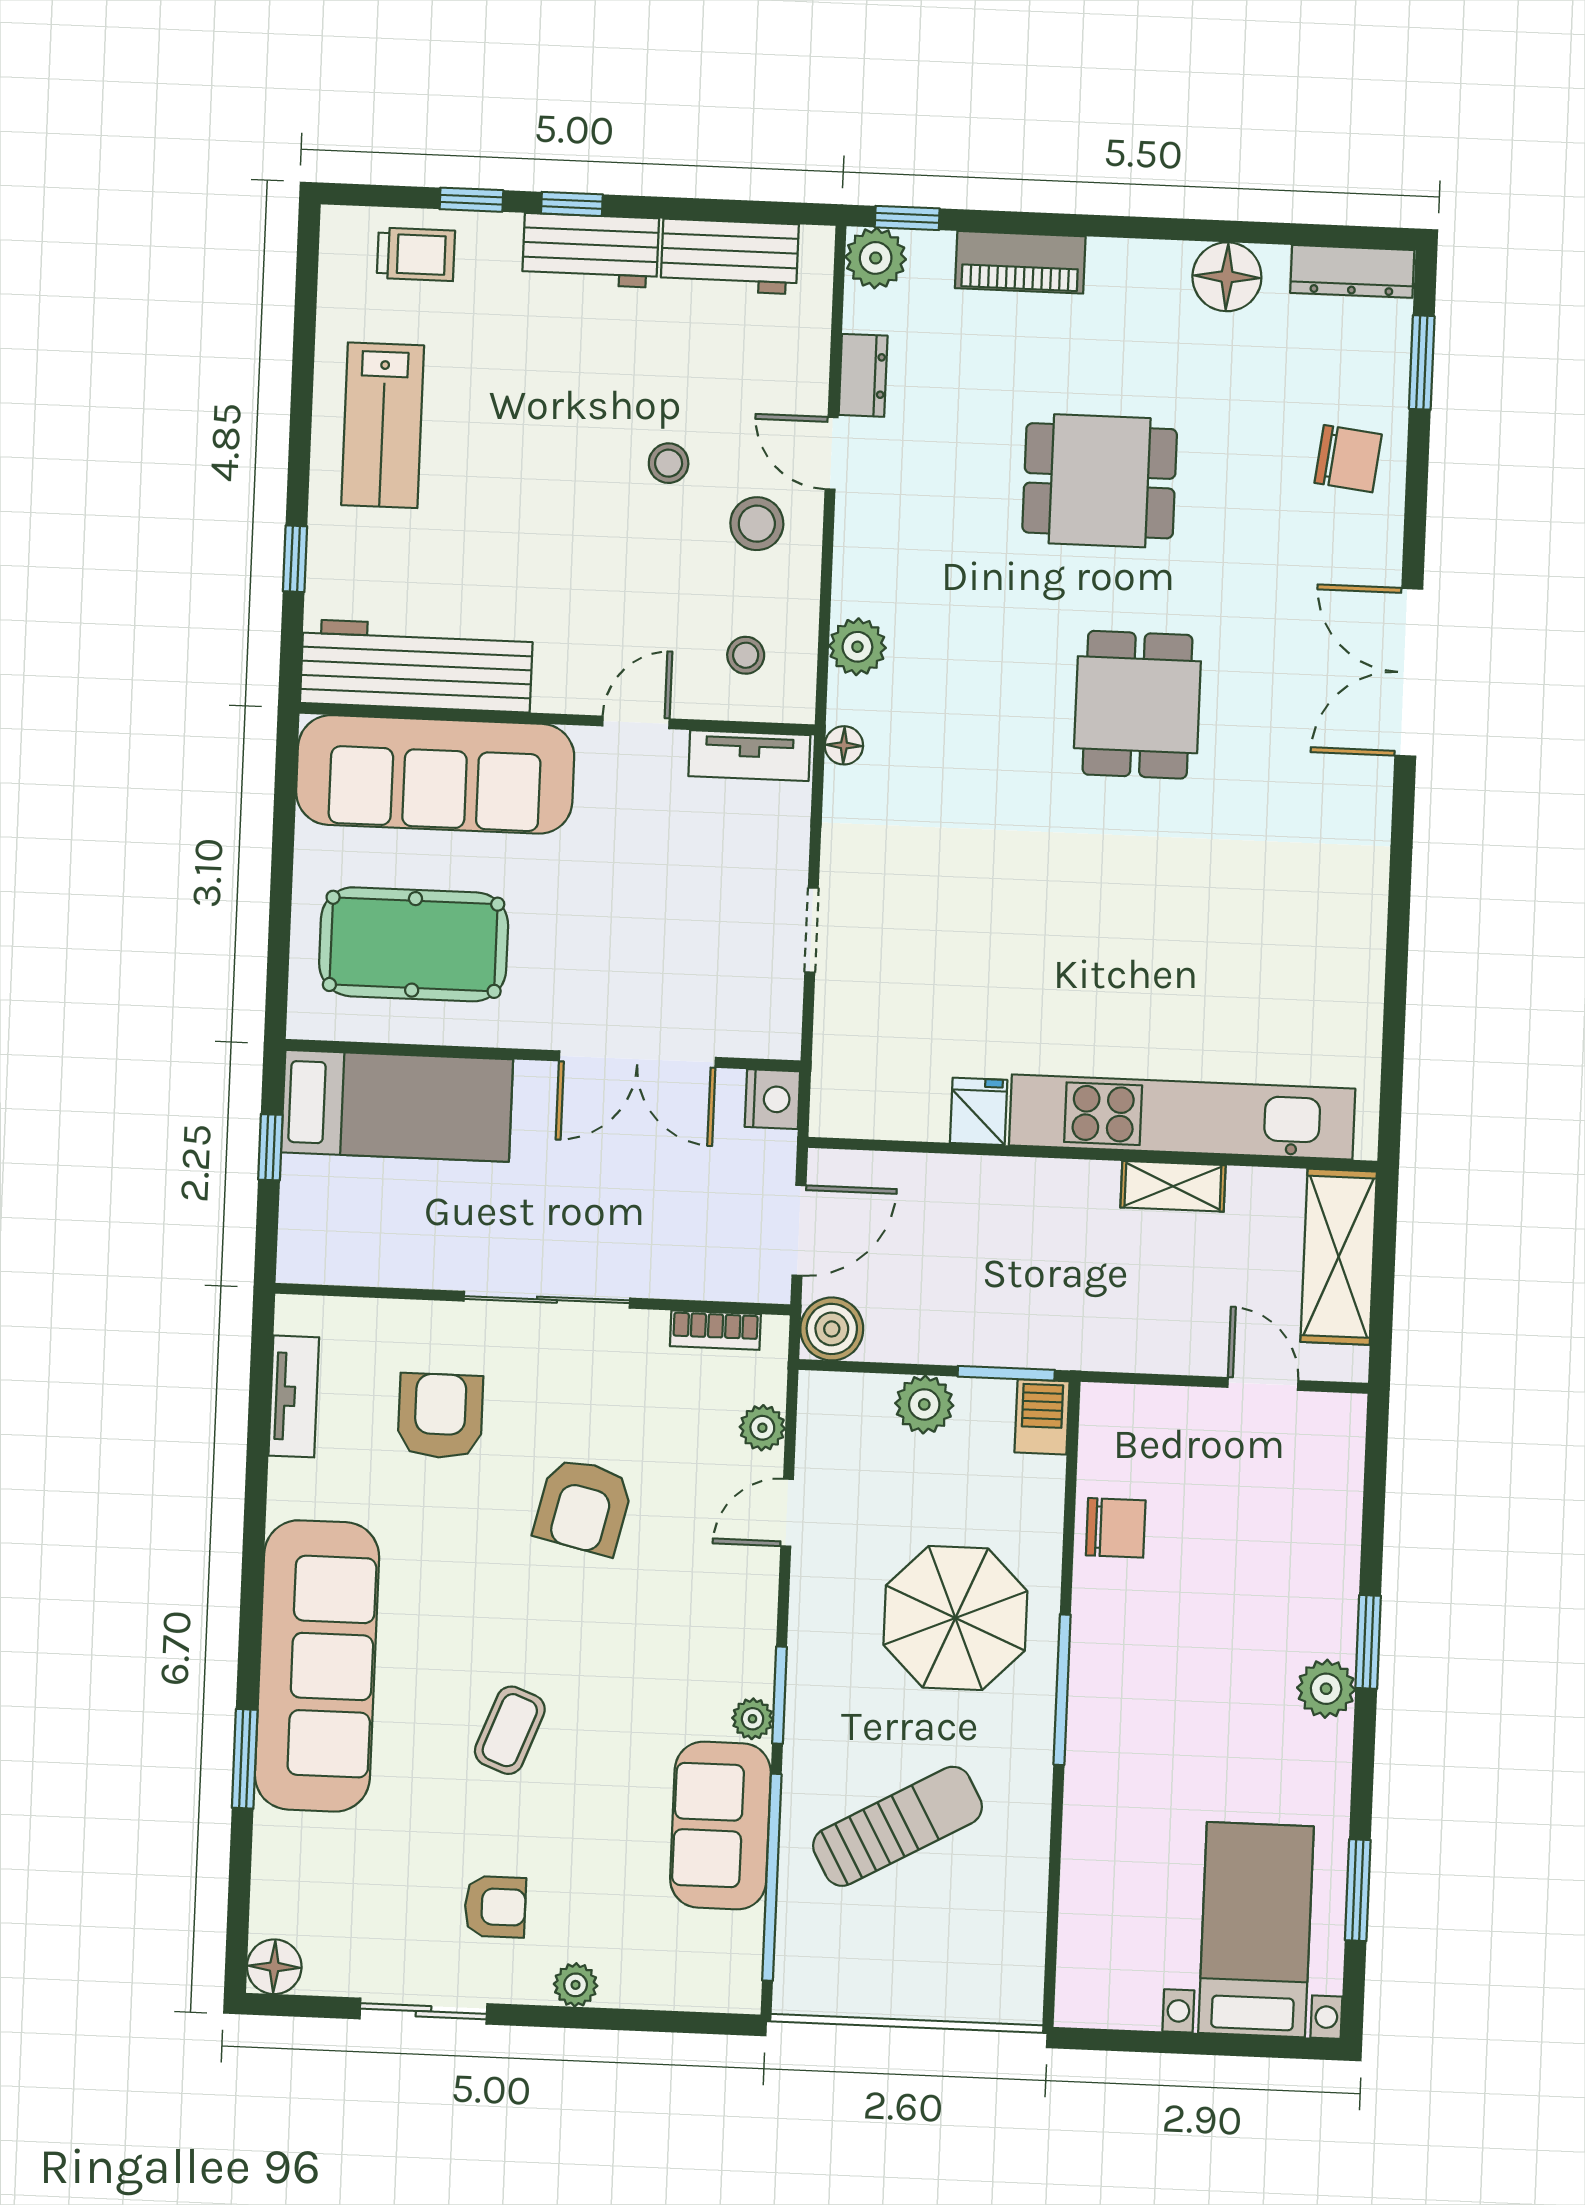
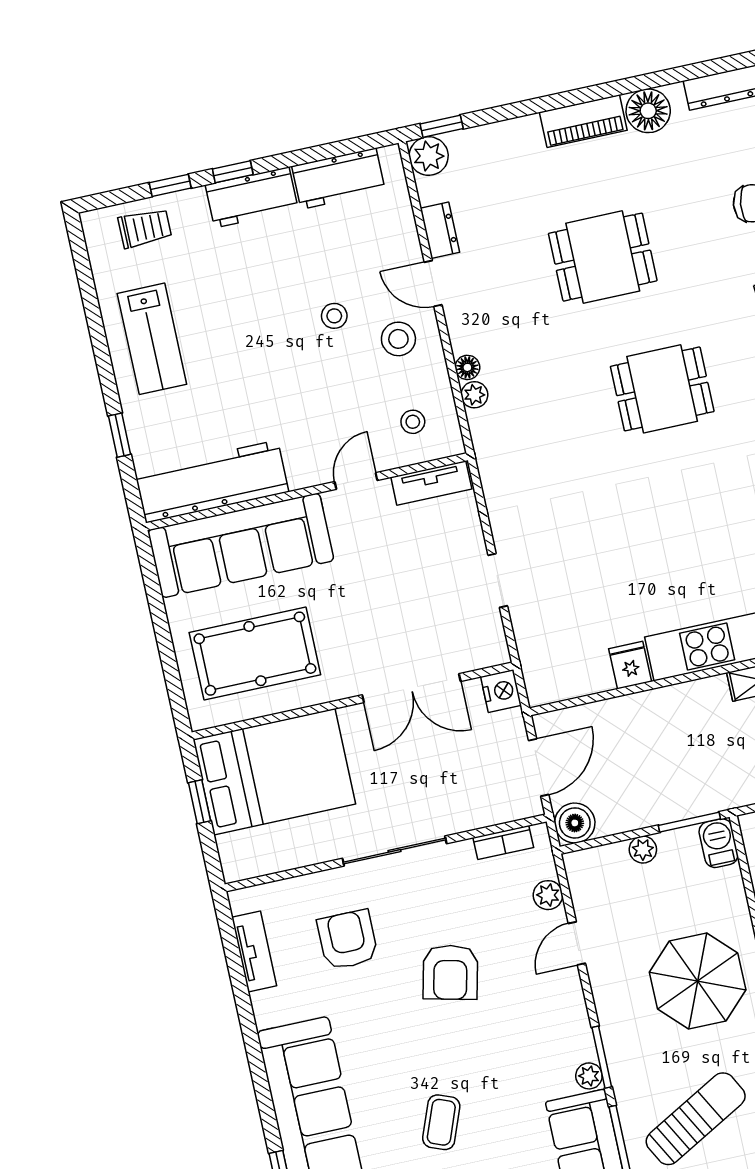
piano: (1020, 262) -> (583, 121), moved
plant: (857, 647) -> (474, 395), width x0.73, depth x0.73
dining table: (1137, 705) -> (662, 389), turned 90
floor lamp: (844, 745) -> (467, 367), moved
bed: (397, 1106) -> (274, 772), width x1.50
plant: (924, 1404) -> (643, 850), width x0.73, depth x0.73

